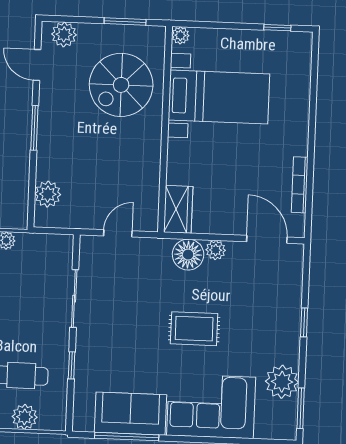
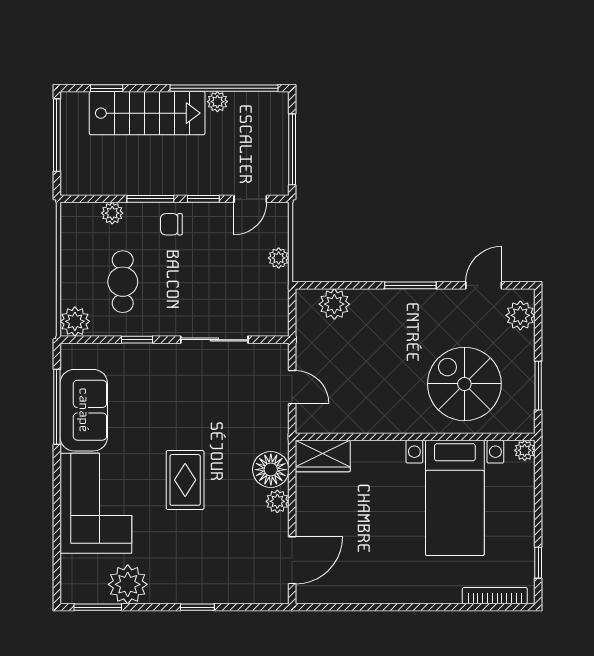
bookcase: (300, 185) -> (495, 596), moved
plant: (25, 417) -> (75, 321), moved

